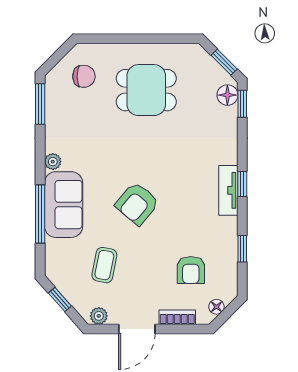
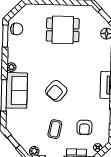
chair: (84, 76) -> (17, 29), moved
coffee table: (104, 265) -> (55, 129), moved

